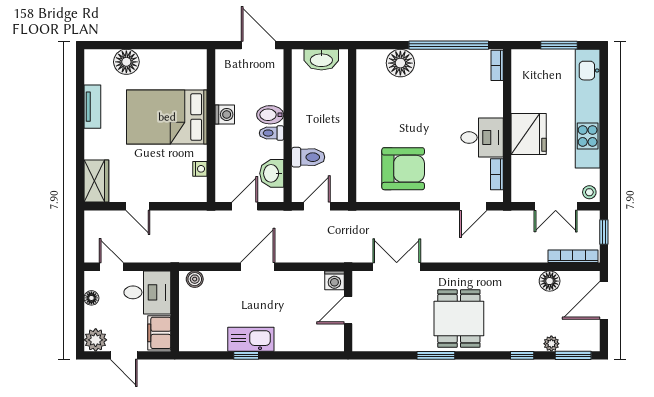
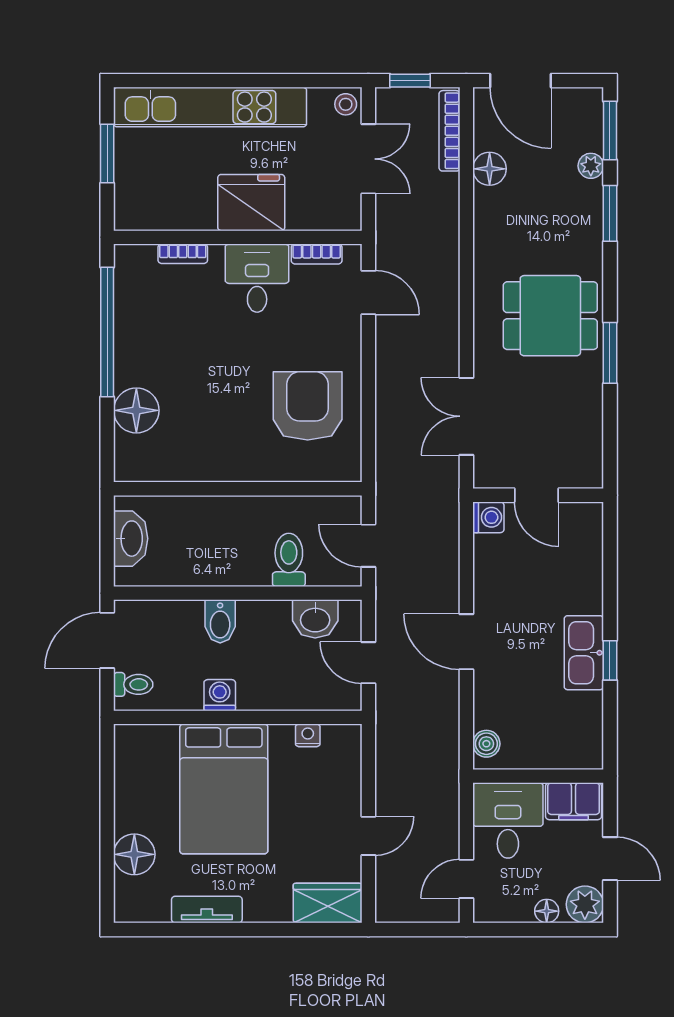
bookcase: (497, 65) -> (183, 254), moved
toilet: (272, 133) -> (133, 684), moved, turned -90
floor lamp: (91, 298) -> (547, 911), moved
door: (124, 355) -> (610, 859), hinge flipped
window: (522, 355) -> (610, 213), width x1.50

